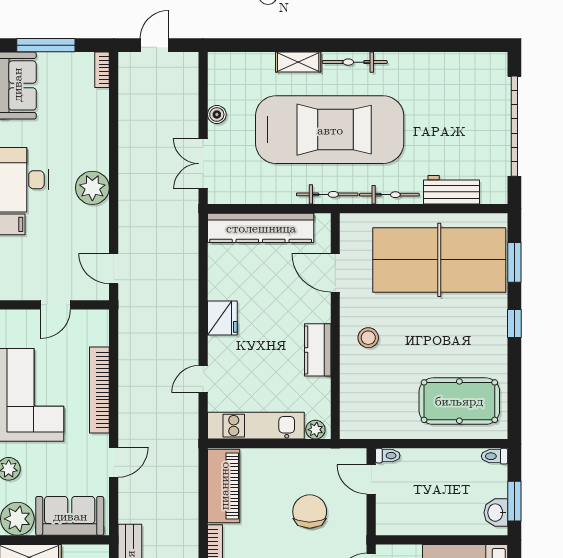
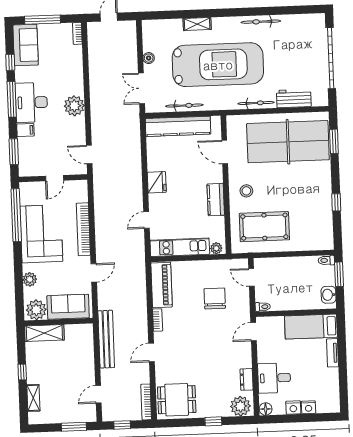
bicycle: (355, 62) -> (261, 22), moved
bicycle: (327, 194) -> (184, 106), moved
window: (514, 324) -> (336, 202), moved
pool table: (459, 401) -> (264, 227), moved
toilet: (388, 456) -> (263, 307), moved
window: (514, 501) -> (339, 274), moved

